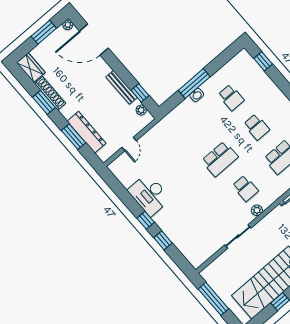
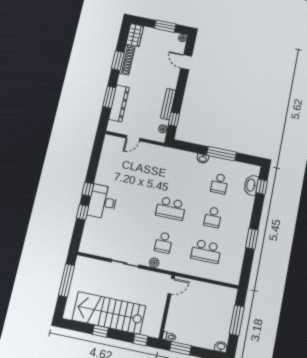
door: (94, 40) -> (186, 62), width x0.53
washbasin: (254, 70) -> (251, 185), added
window: (194, 84) -> (222, 154), moved
desk: (149, 195) -> (103, 202), moved

